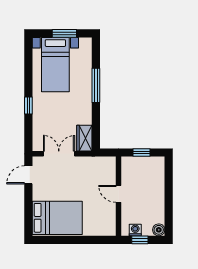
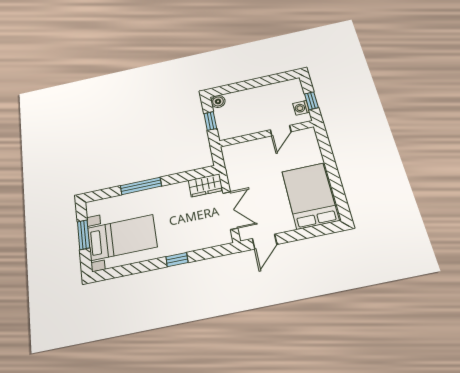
double door: (59, 154) -> (230, 210), swing flipped
door: (28, 175) -> (265, 241), hinge flipped
door: (118, 194) -> (281, 131), moved
boiler: (159, 230) -> (218, 101), moved

